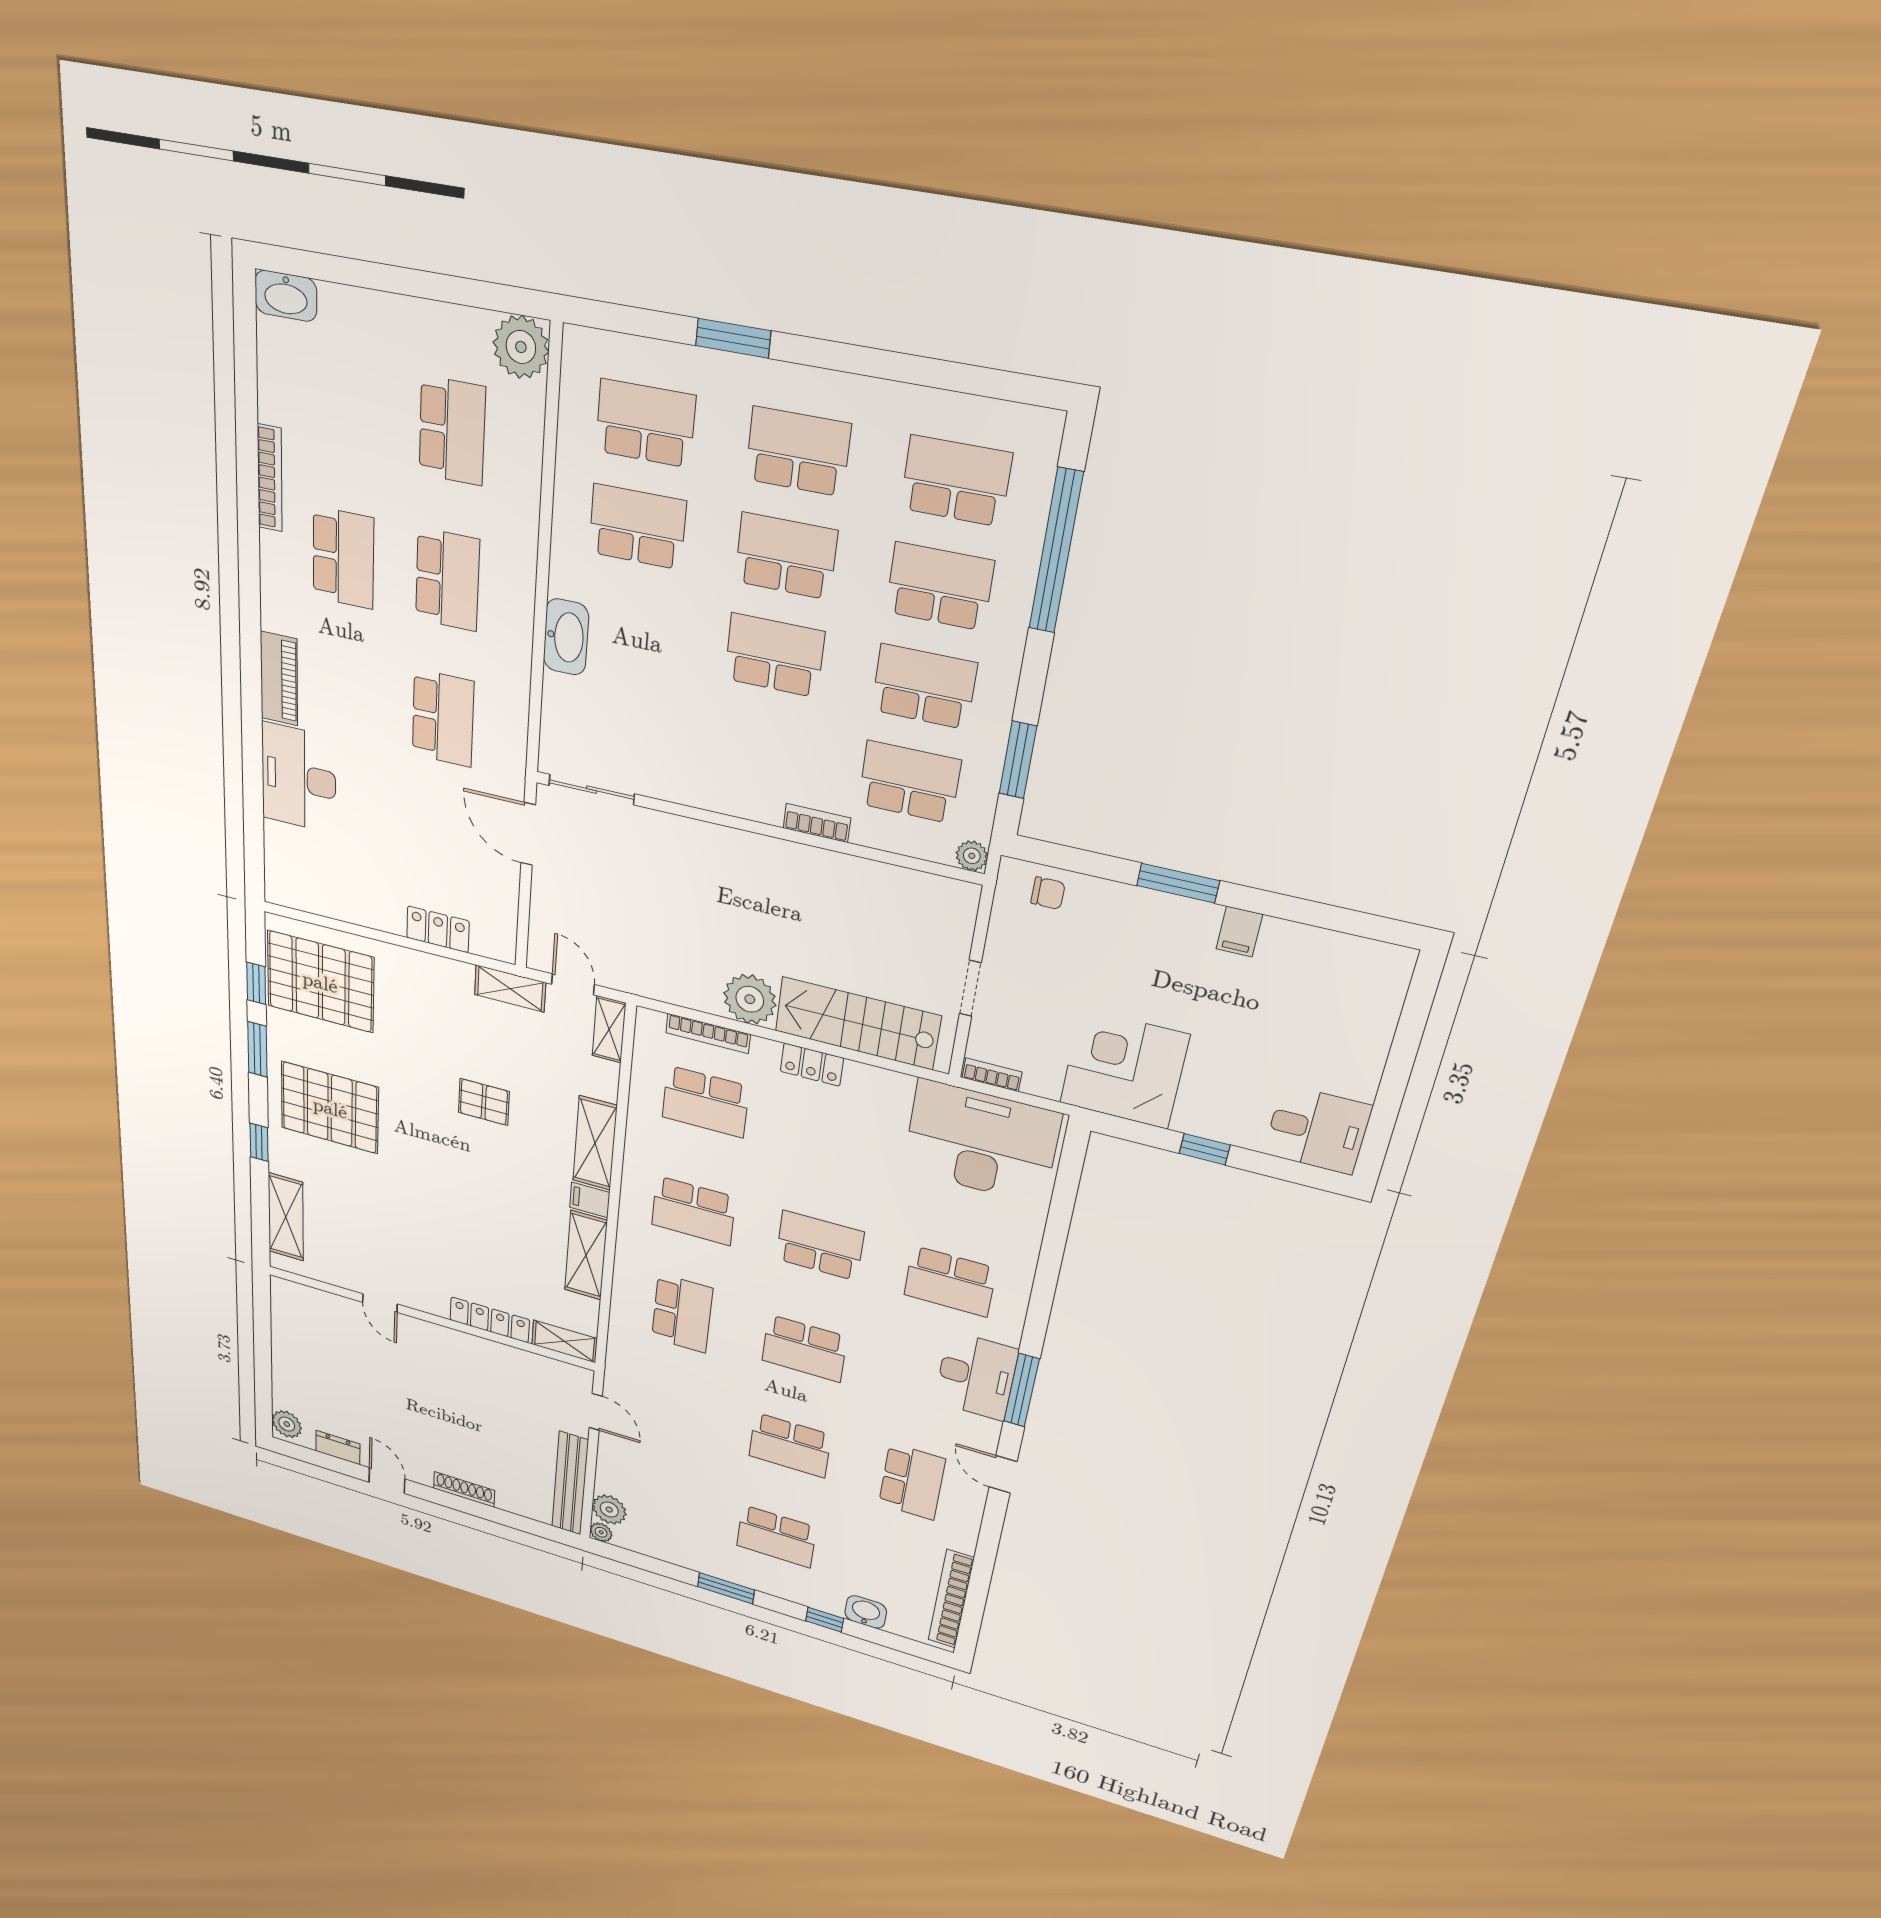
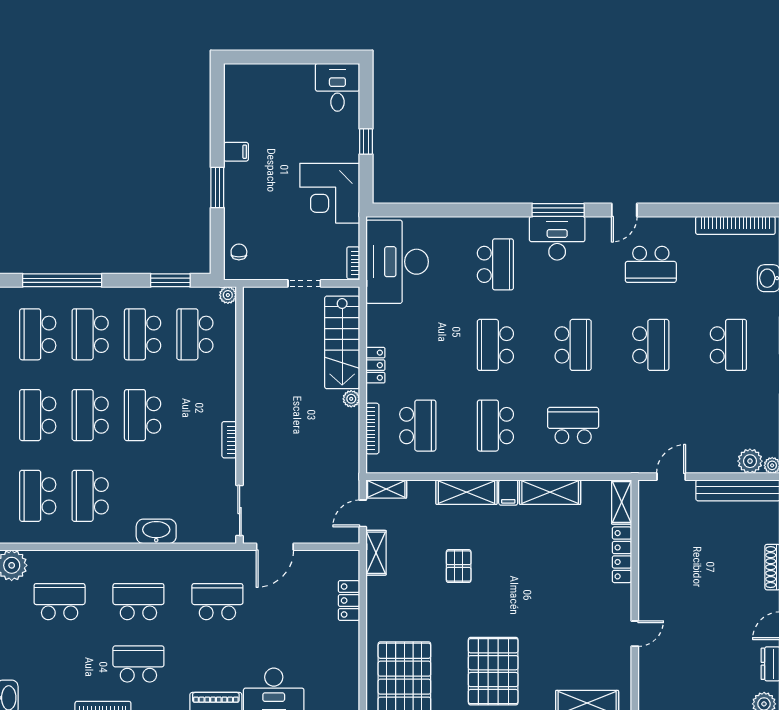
bookcase: (817, 823) -> (229, 440), moved
plant: (750, 999) -> (351, 399), width x0.53, depth x0.53
school desk: (693, 1211) -> (495, 426), turned 180
school desk: (912, 1482) -> (651, 264), turned 180

